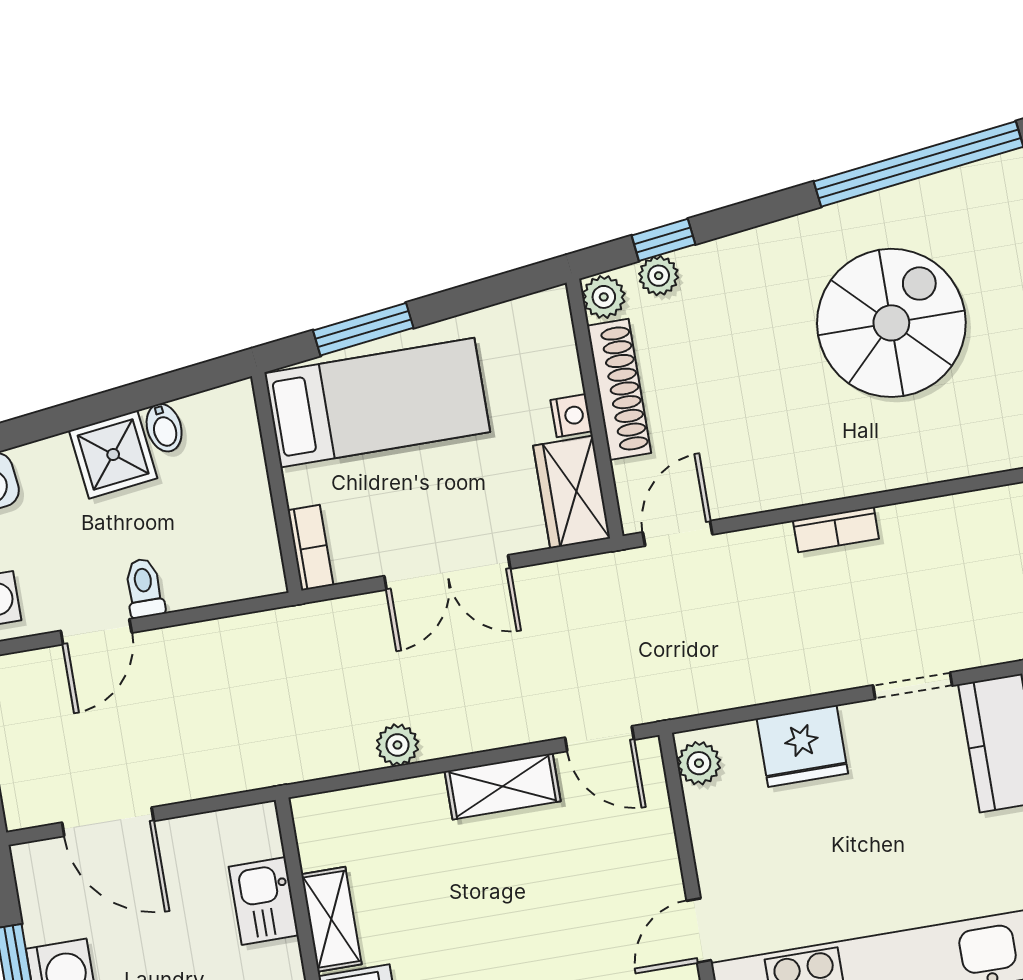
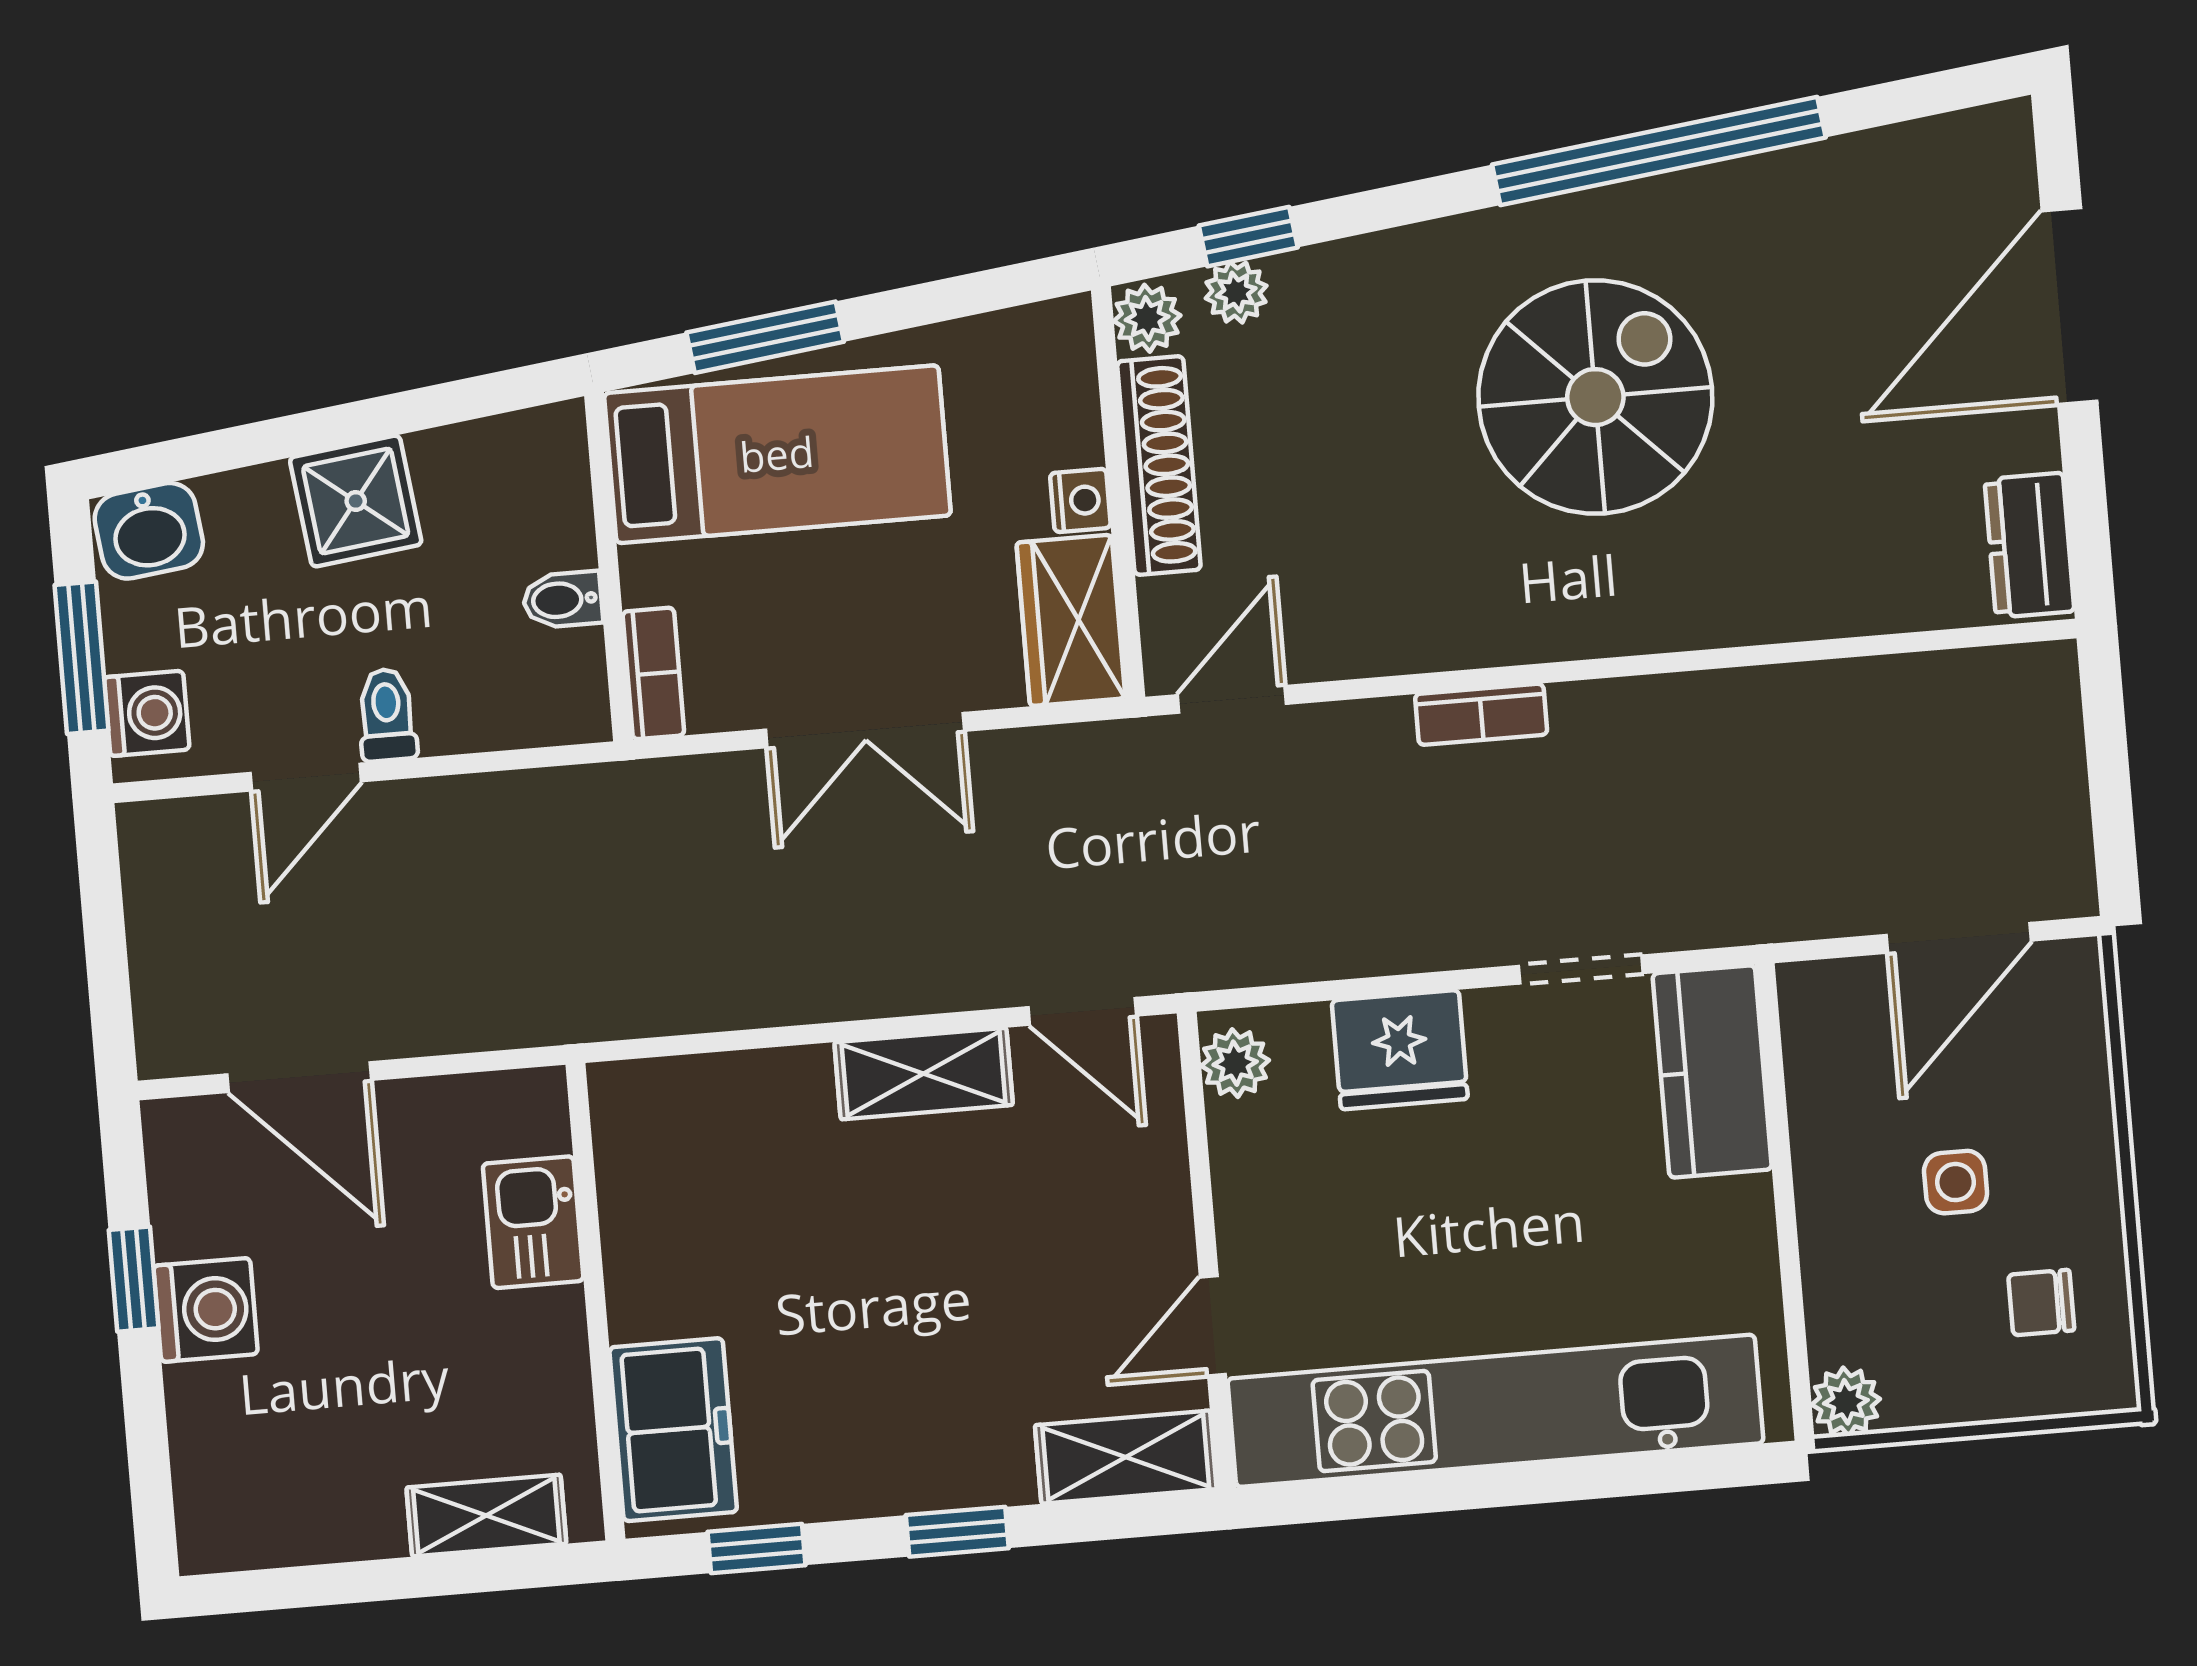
bidet: (164, 428) -> (563, 600), moved, turned 97
plant: (397, 745) -> (764, 995), removed
shelving: (331, 919) -> (637, 1260), removed

